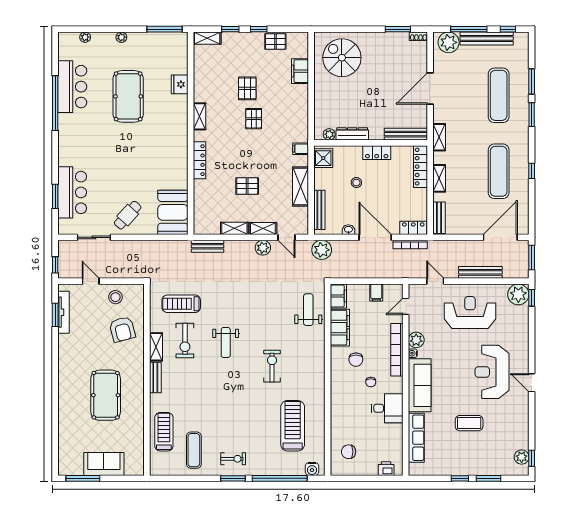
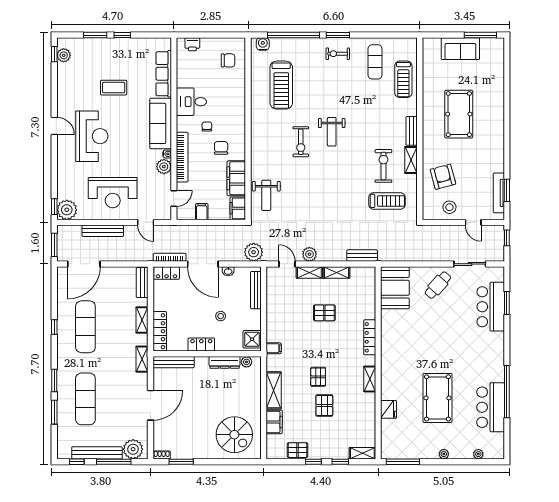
shelving: (300, 186) -> (274, 390), moved
weight bench: (226, 343) -> (332, 132), moved, turned 180

